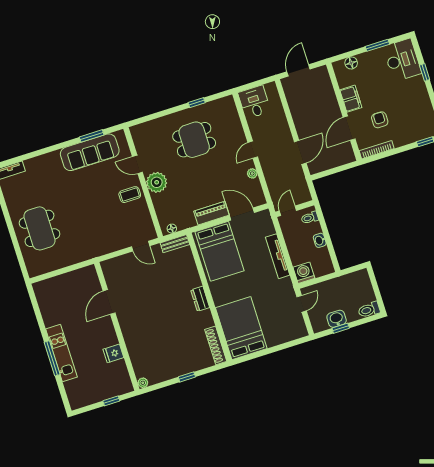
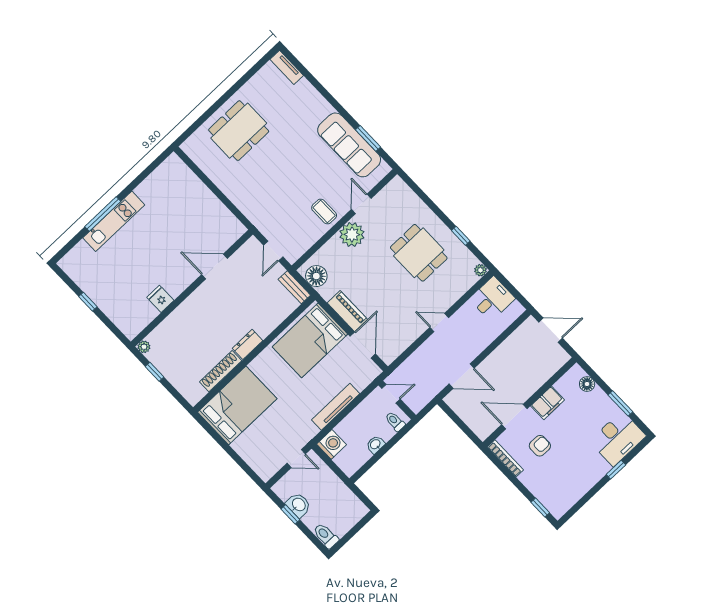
plant: (252, 173) -> (480, 270), moved
floor lamp: (172, 229) -> (316, 276), width x1.89, depth x1.89
door: (109, 302) -> (214, 266), moved
wall: (117, 326) -> (192, 288), moved
shoe rack: (216, 345) -> (221, 371), moved
fridge: (113, 353) -> (160, 299), moved
plant: (143, 383) -> (144, 347), moved

